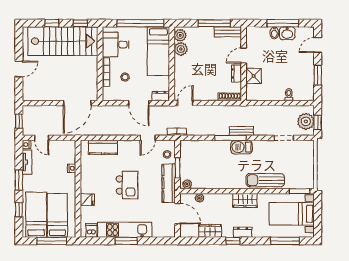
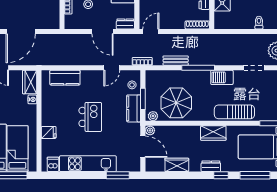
door: (77, 103) -> (21, 31), moved
bench: (241, 131) -> (176, 61), moved
barbecue: (241, 147) -> (222, 77), moved
wardrobe: (69, 152) -> (30, 82), added
parasol: (209, 172) -> (176, 103), added
kitchen counter: (169, 183) -> (134, 108), width x0.67
plant: (199, 198) -> (150, 130), moved
window: (126, 241) -> (118, 175), moved
window: (233, 241) -> (221, 175), moved

